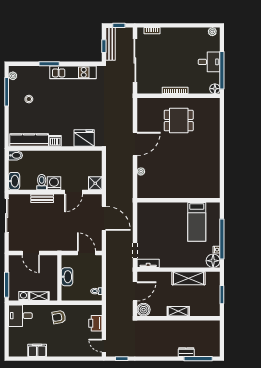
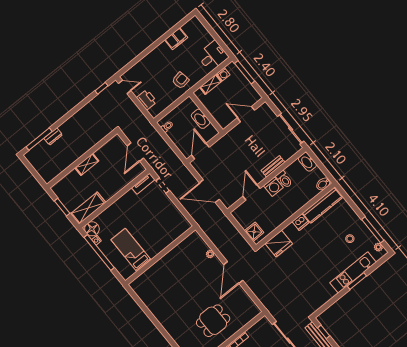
kitchen unit: (73, 72) -> (353, 272), moved
shower: (95, 183) -> (254, 232), moved
door: (86, 253) -> (200, 151), swing flipped
shelving: (188, 278) -> (88, 208), moved
boiler: (144, 310) -> (116, 143), removed

